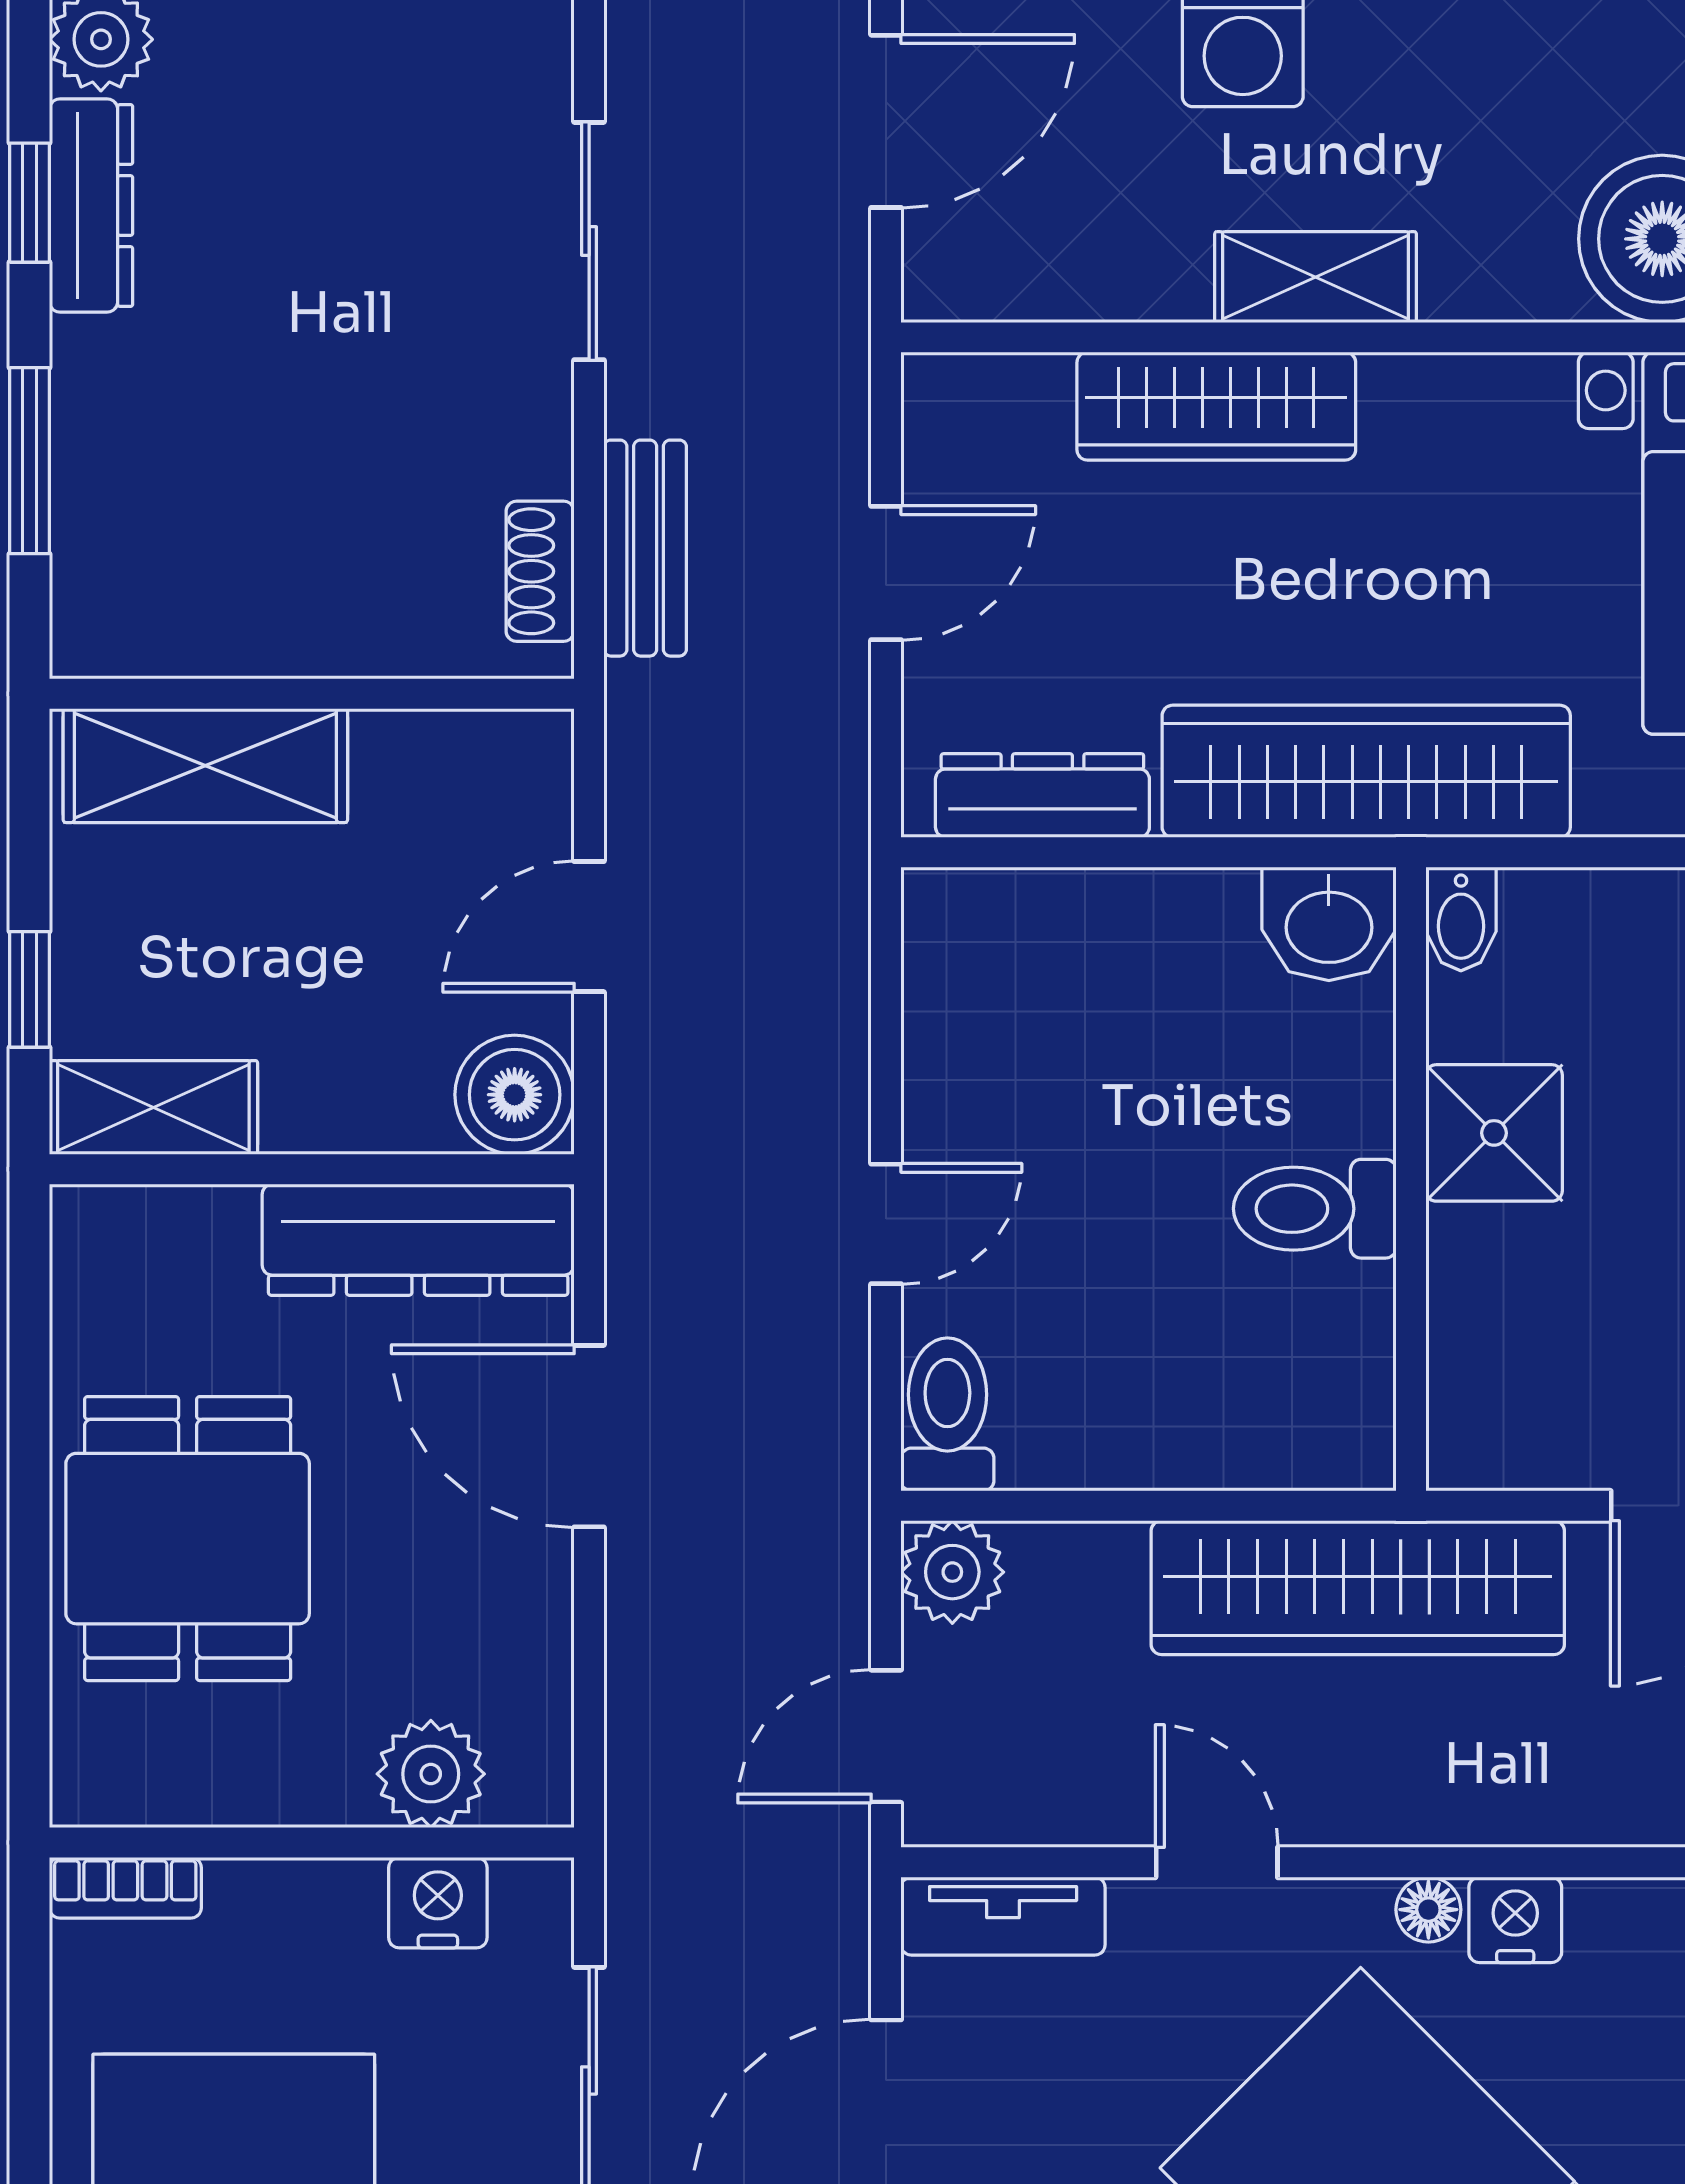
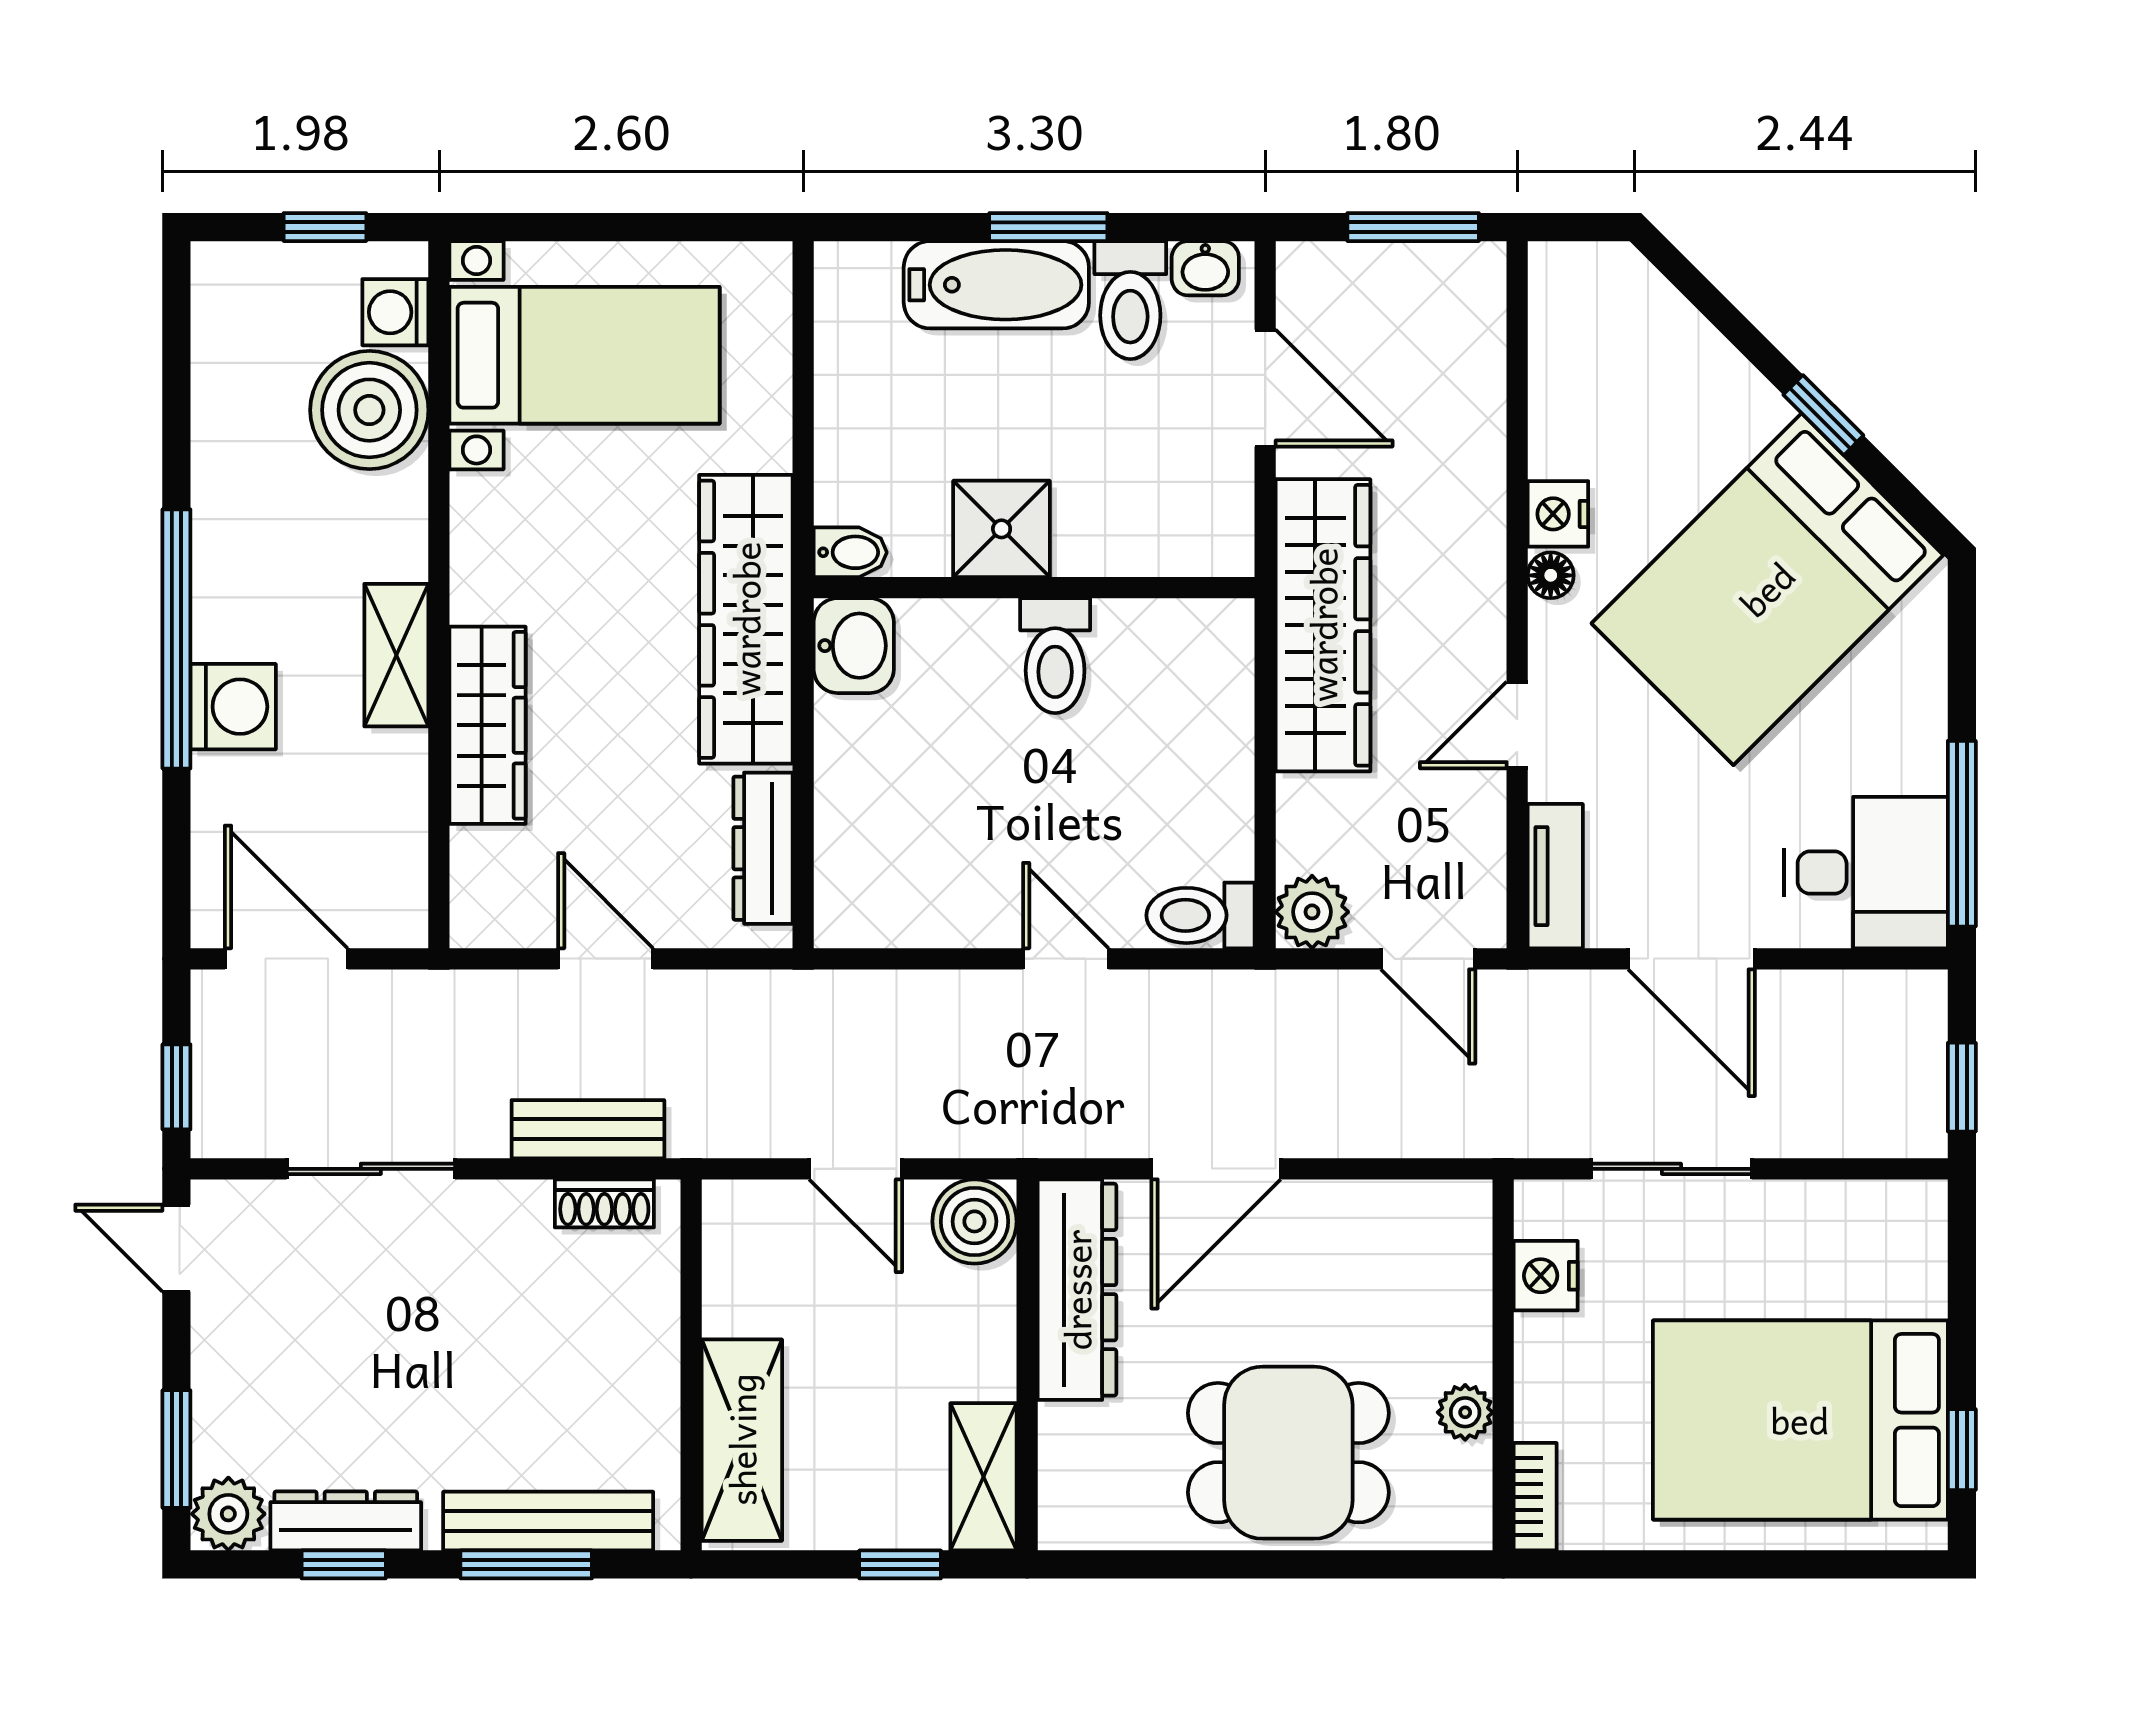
bench: (91, 492) -> (548, 1521), added
plant: (431, 1774) -> (1465, 1412), moved, width x0.73, depth x0.73

